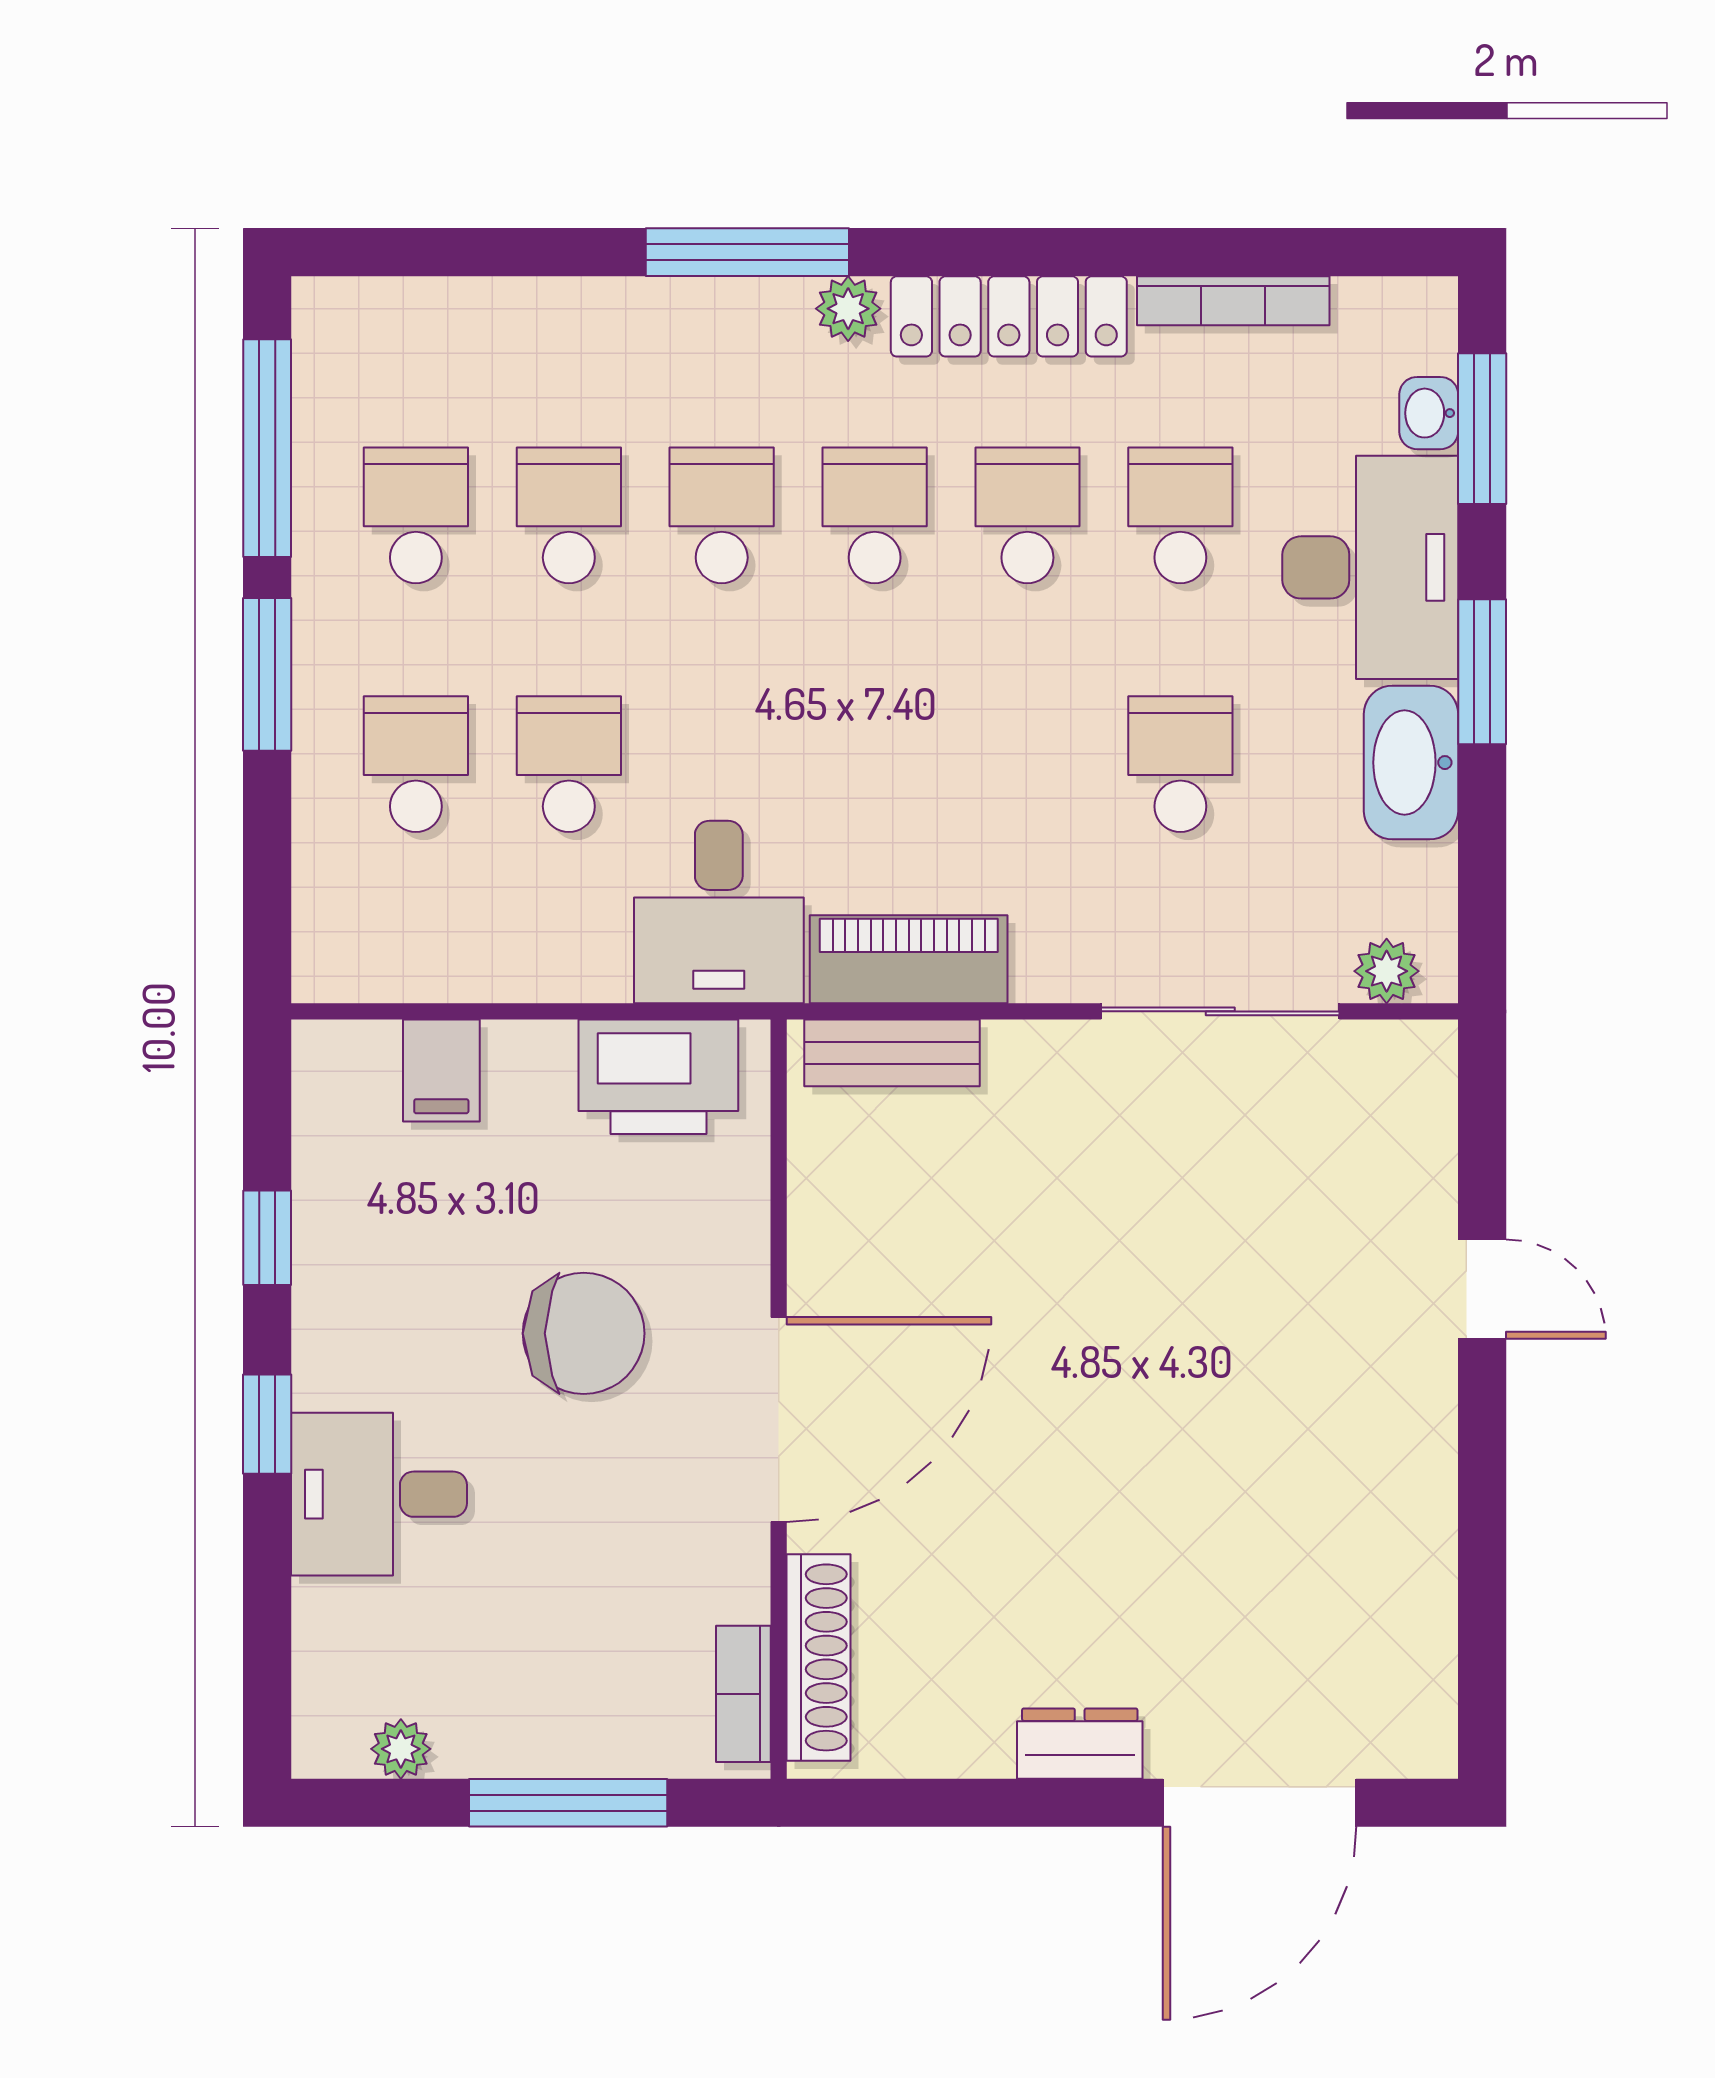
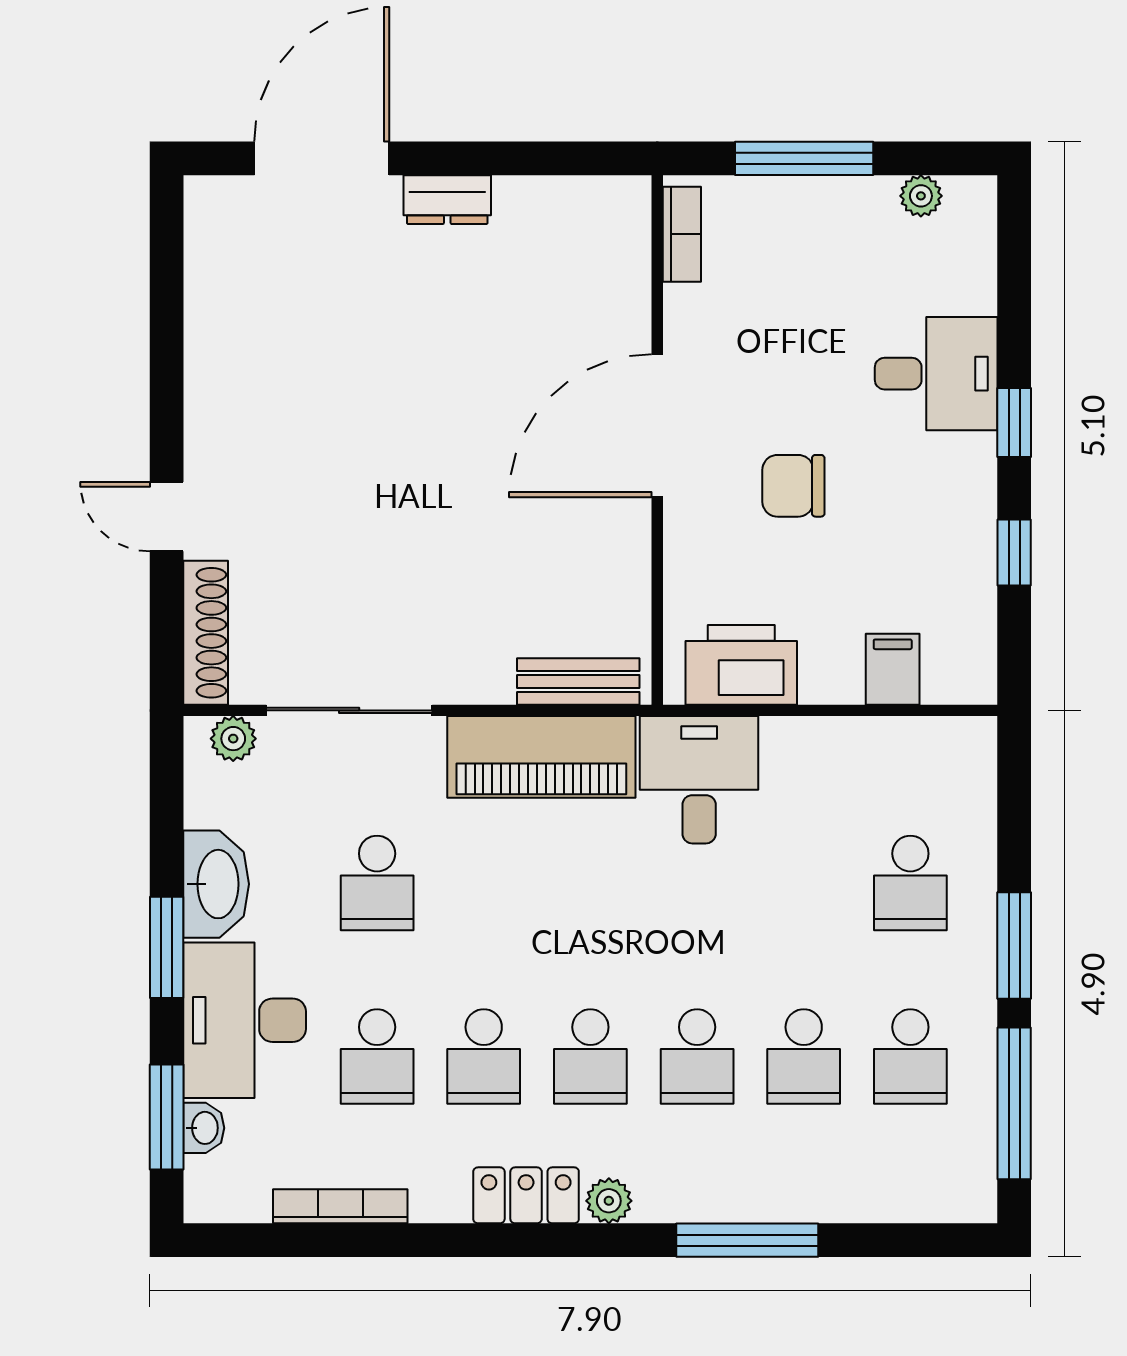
window: (747, 252) -> (747, 1240), moved
locker: (1009, 316) -> (526, 1195), width x0.66
school desk: (569, 764) -> (804, 883), removed
piano: (909, 959) -> (541, 757), width x1.37, depth x1.33
chair: (584, 1333) -> (793, 486), width x0.73, depth x0.73
shoe rack: (819, 1657) -> (206, 633), moved, turned 180

